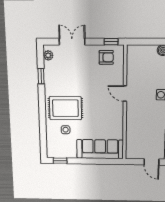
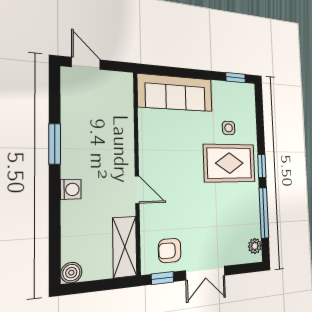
double door: (72, 42) -> (205, 273), moved
shelving: (133, 62) -> (125, 247), added
window: (41, 76) -> (264, 213), width x2.17
window: (42, 106) -> (262, 166), added

